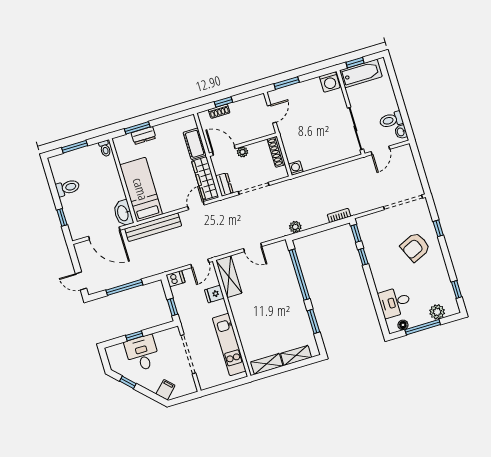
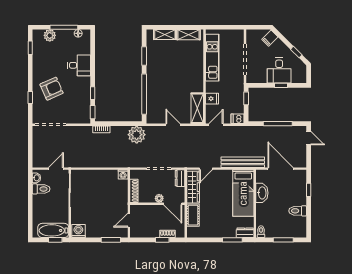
dresser: (144, 136) -> (245, 233), moved
washbasin: (123, 213) -> (262, 193), moved
plant: (295, 227) -> (137, 135), width x1.87, depth x1.87
desk: (395, 302) -> (79, 65), moved

